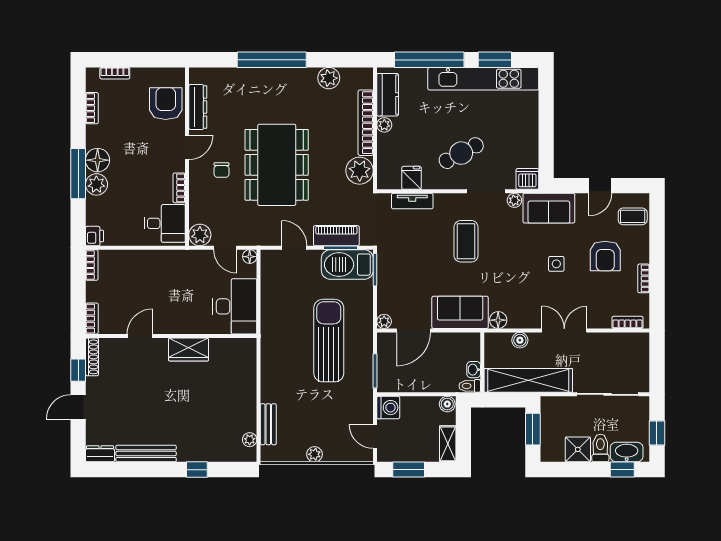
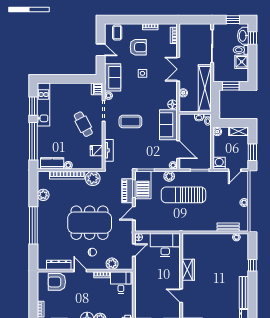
kitchen unit: (483, 79) -> (44, 104), width x0.73
plant: (200, 235) -> (112, 264), moved
plant: (364, 314) -> (169, 176), added

